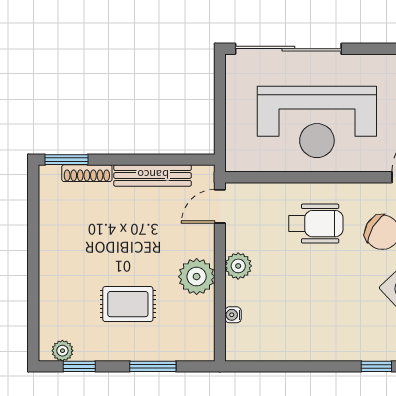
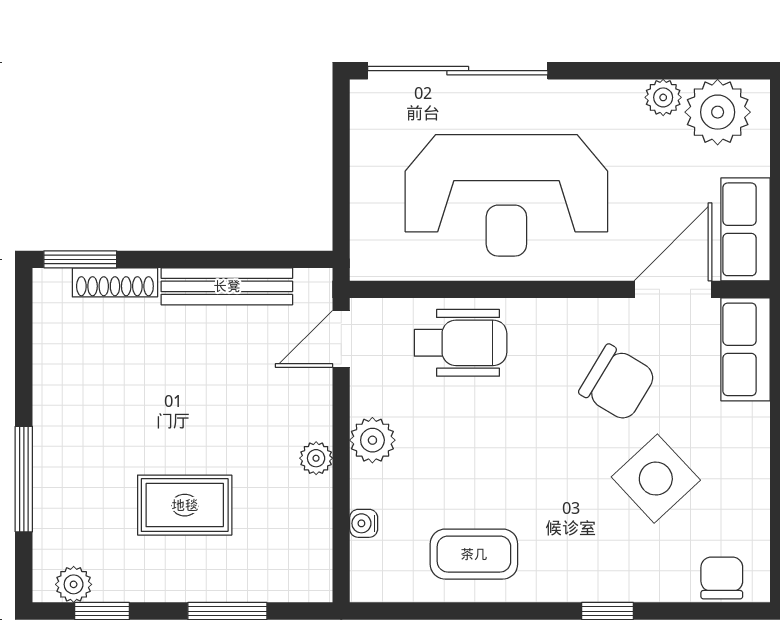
wheelchair: (316, 224) -> (461, 343), moved
plant: (197, 277) -> (316, 458), width x0.53, depth x0.53
window: (33, 289) -> (24, 479), added
coffee table: (298, 333) -> (474, 554), added

